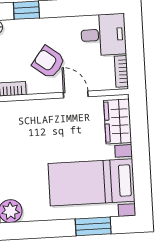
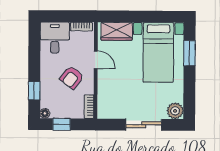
door: (76, 94) -> (96, 60), swing flipped

